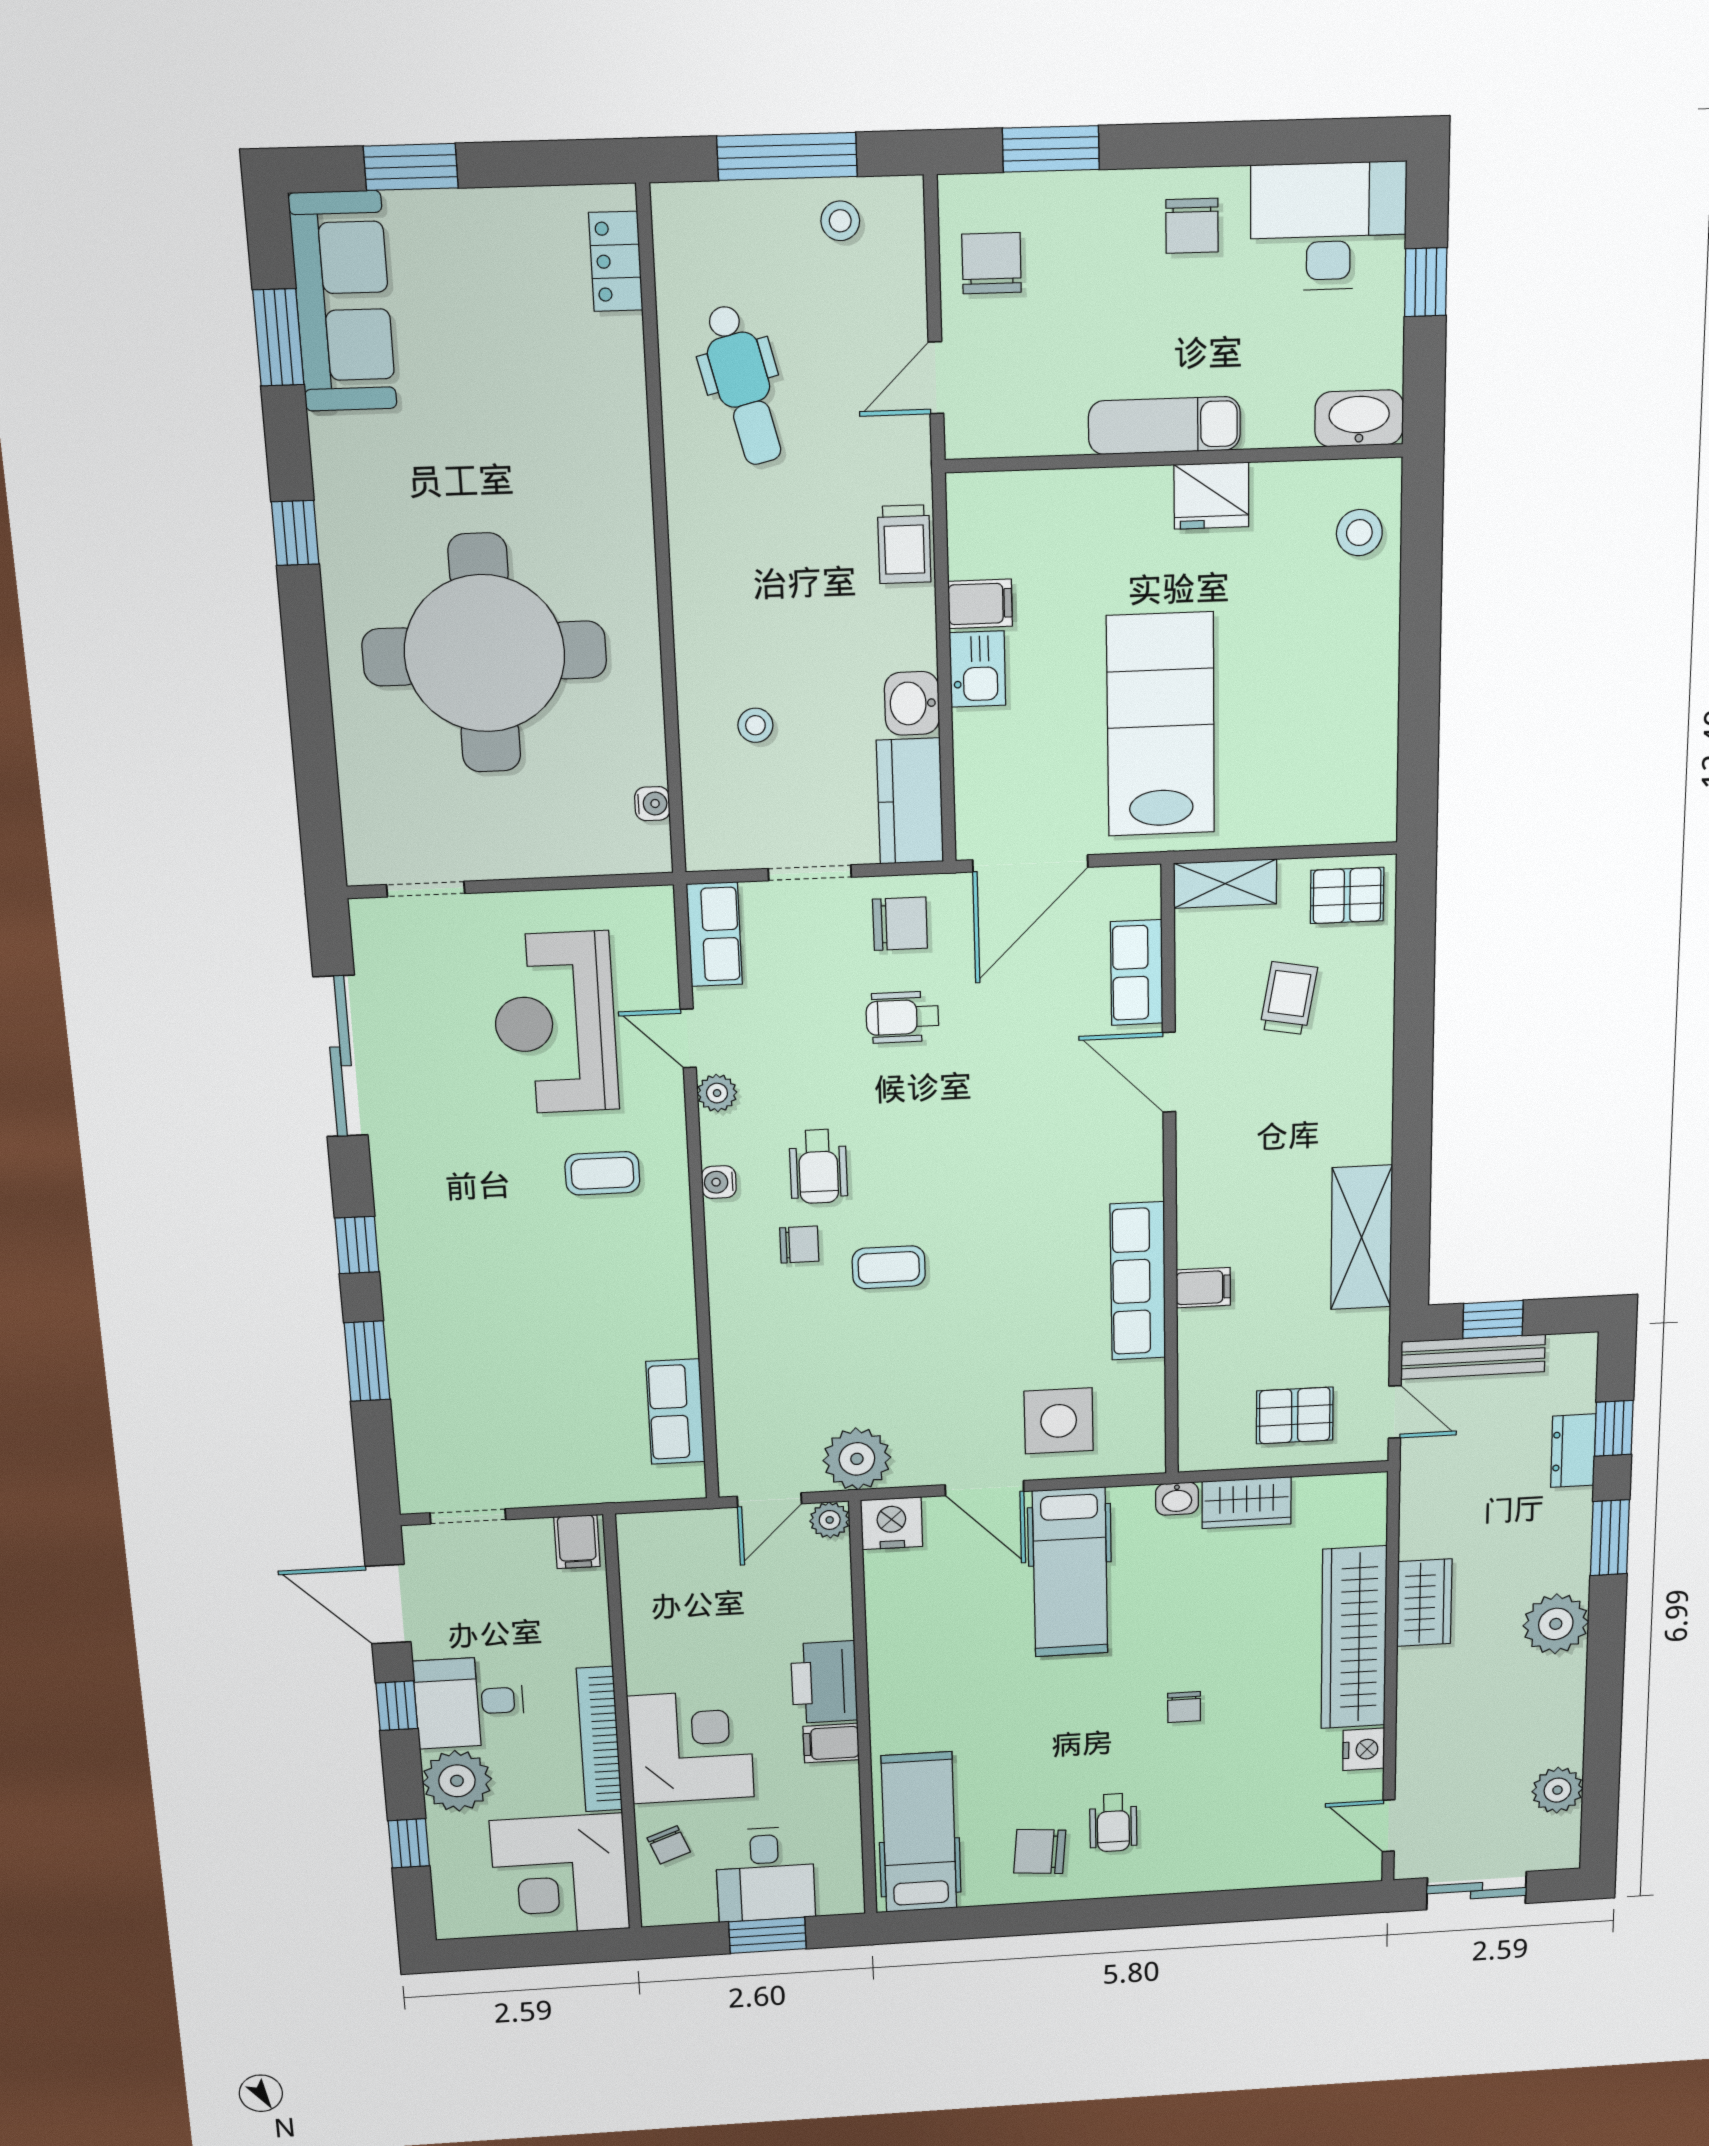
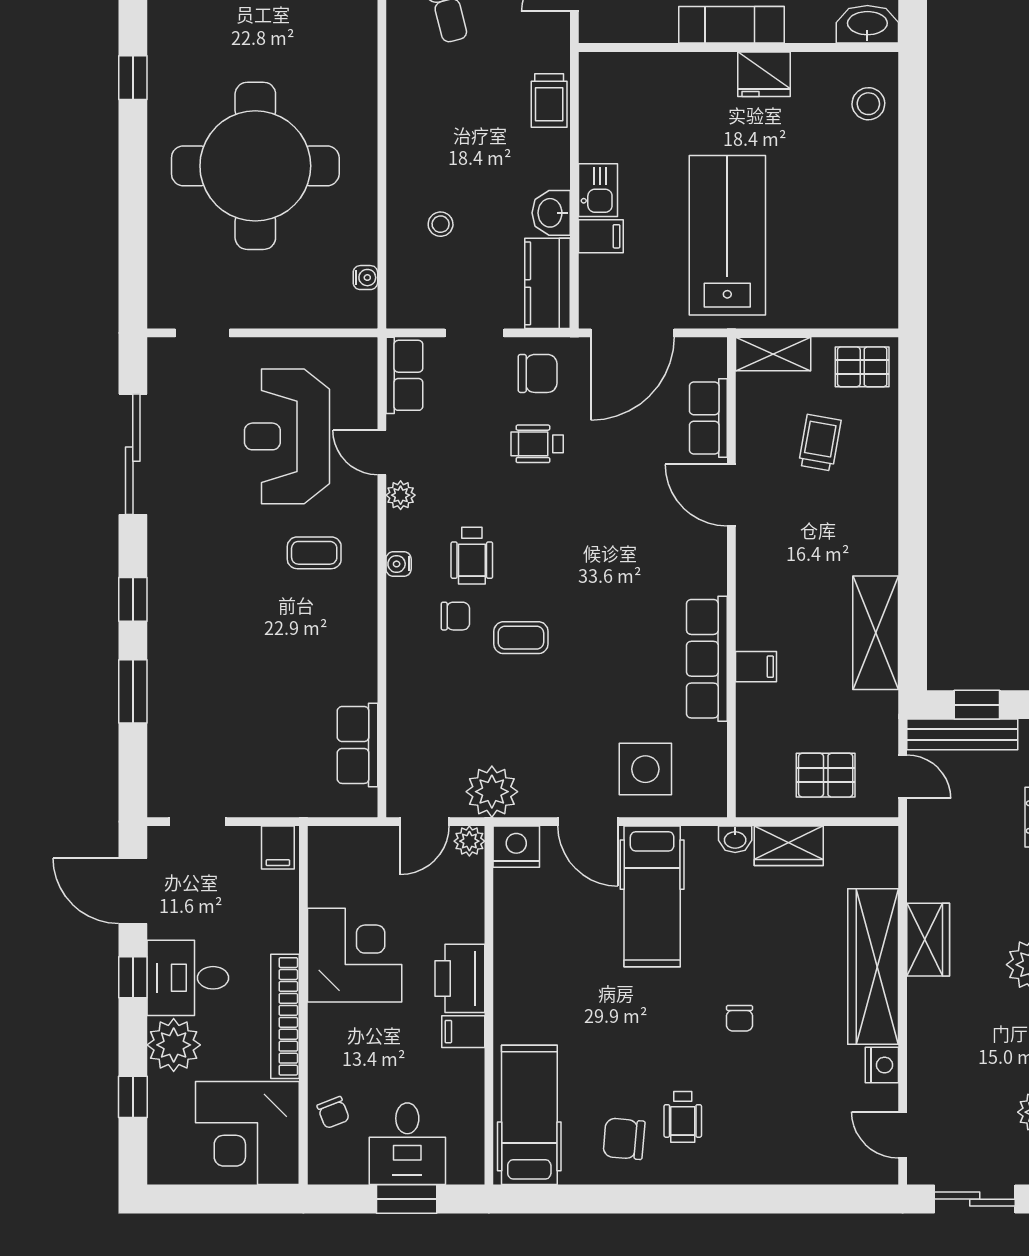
filing cabinet: (980, 604) -> (601, 236), moved
corner desk: (691, 1747) -> (355, 955), moved

